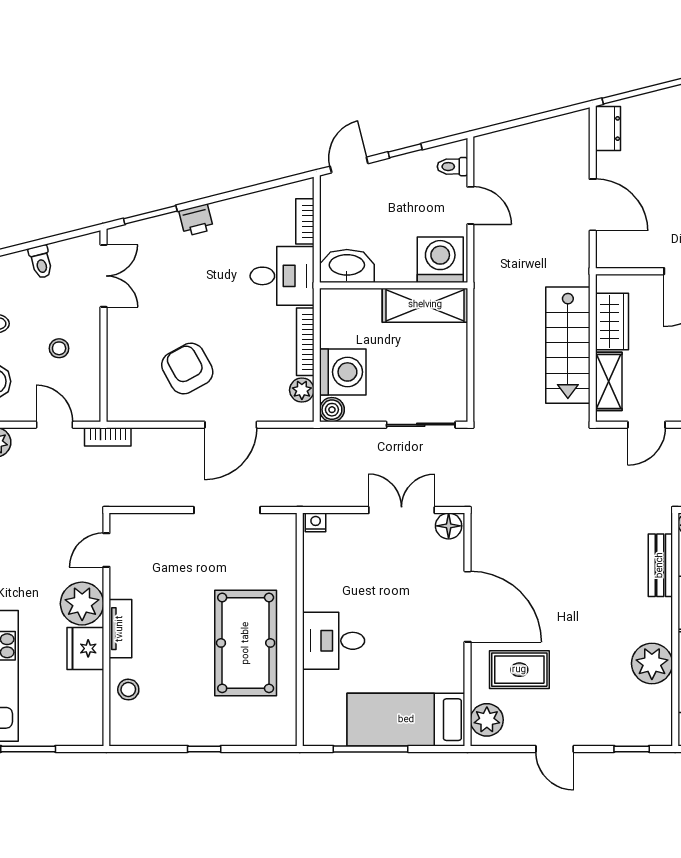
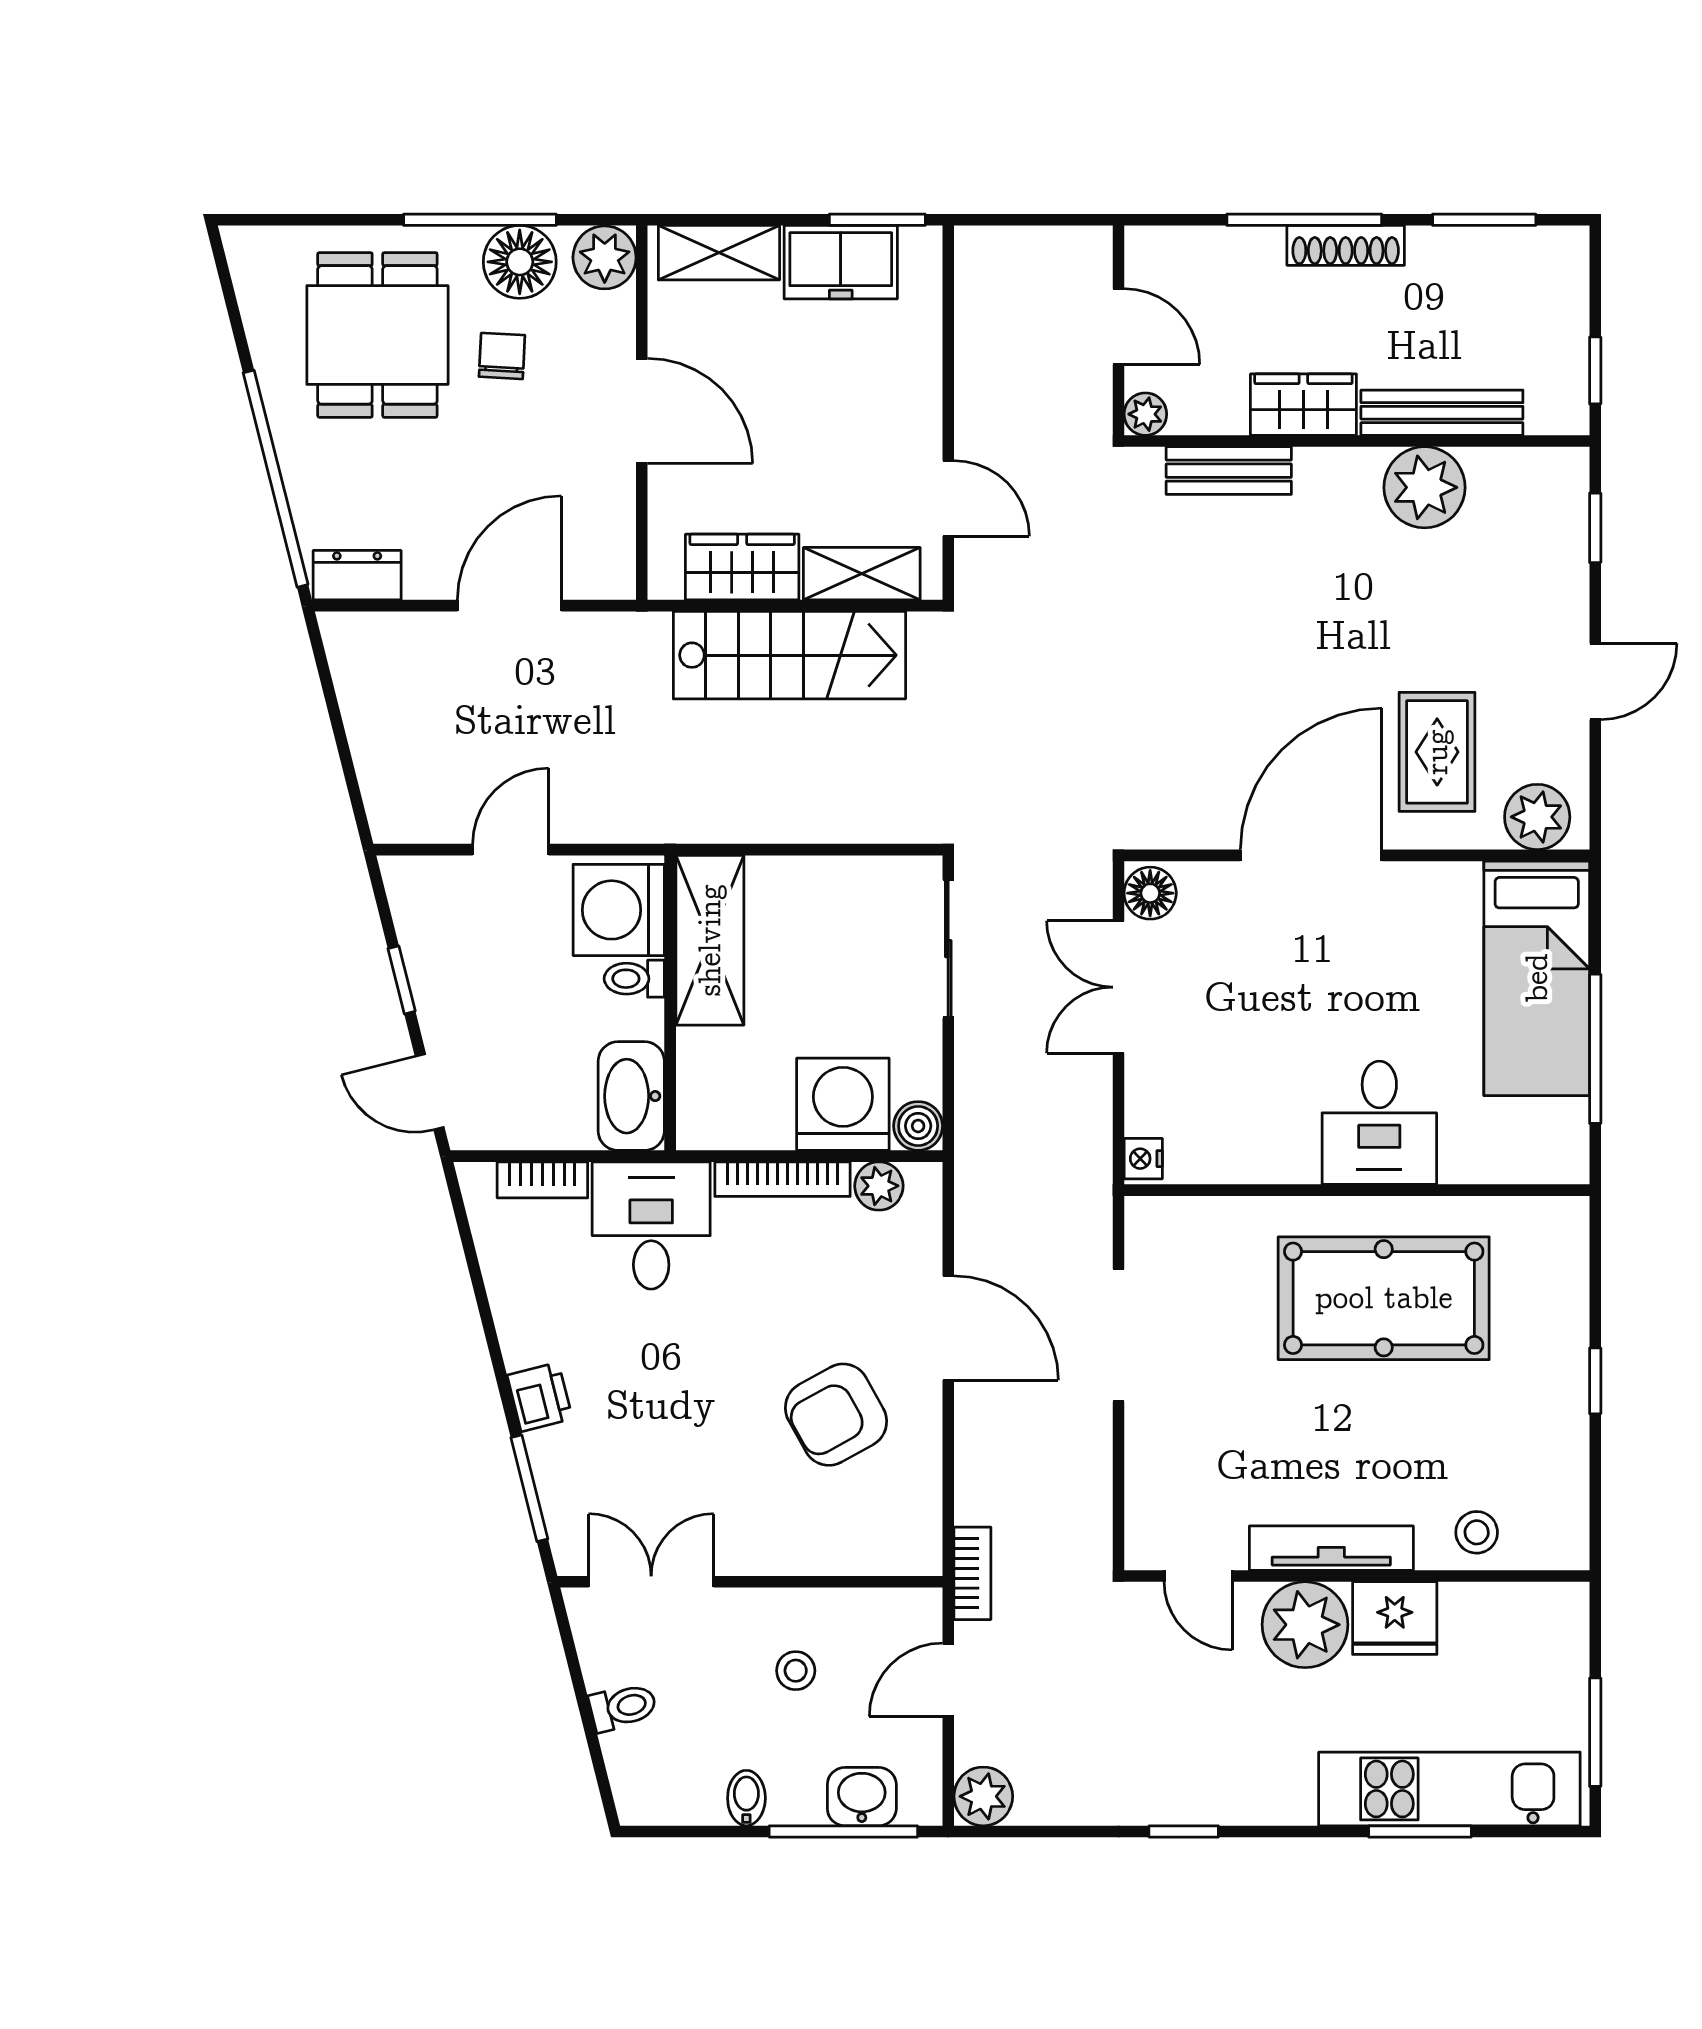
toilet: (452, 167) -> (634, 979), moved, turned 90
tv unit: (120, 629) -> (1331, 1548), width x1.41

